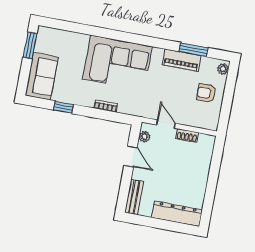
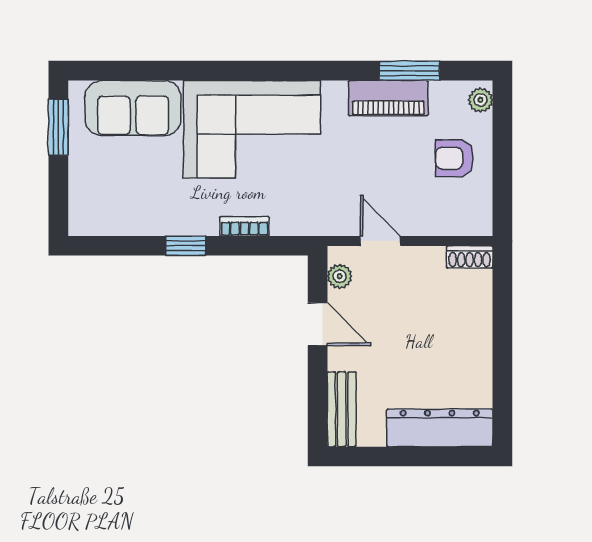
sofa: (42, 76) -> (133, 108), moved, turned 90
window: (64, 107) -> (186, 246), moved
shoe rack: (187, 136) -> (470, 257), moved

